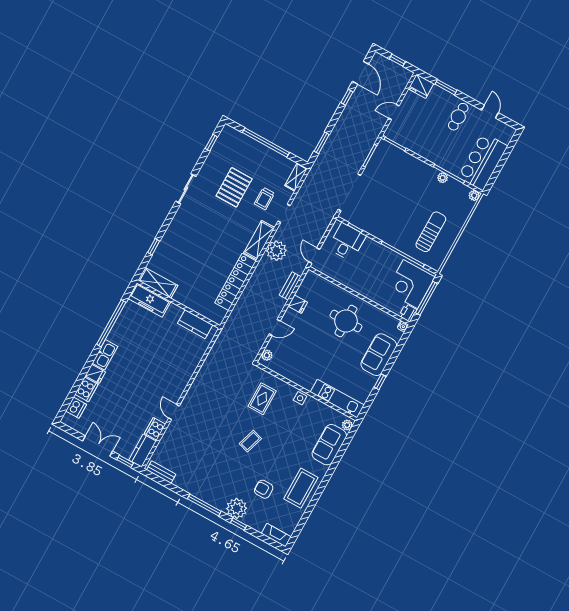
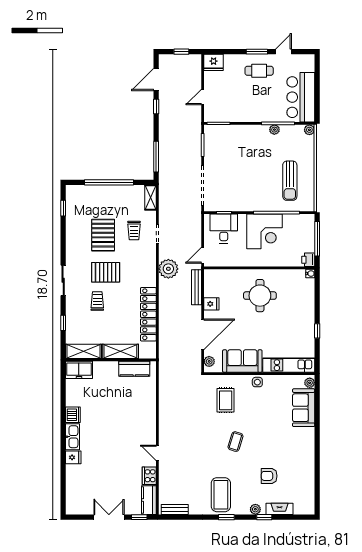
door: (360, 73) -> (156, 79), swing flipped
window: (446, 87) -> (257, 52), moved
door: (490, 112) -> (283, 52), hinge flipped
cafe table: (458, 117) -> (259, 71), turned 90
window: (322, 143) -> (156, 157), width x1.44
sliding door: (186, 189) -> (63, 280), moved
pallet: (218, 222) -> (106, 272), added
sun lounger: (431, 232) -> (290, 181), turned 180
shelving: (259, 240) -> (120, 351), moved, turned 90
trolley: (196, 244) -> (97, 301), added
door: (314, 256) -> (203, 255), hinge flipped
corner desk: (410, 284) -> (264, 231), moved, turned -90
bench: (290, 286) -> (196, 287), width x1.36
freezer: (149, 300) -> (79, 370), width x0.71
window: (111, 323) -> (63, 407), removed
door: (275, 327) -> (203, 334), width x1.87
sofa: (379, 355) -> (242, 361), moved, turned 90
cooker: (86, 389) -> (73, 475), removed
dishwasher: (76, 408) -> (73, 415), moved
coffee table: (301, 488) -> (221, 495), moved
window: (204, 505) -> (226, 517), width x0.46
plant: (237, 508) -> (255, 509), width x0.53, depth x0.53
fireplace: (276, 535) -> (280, 509), moved

